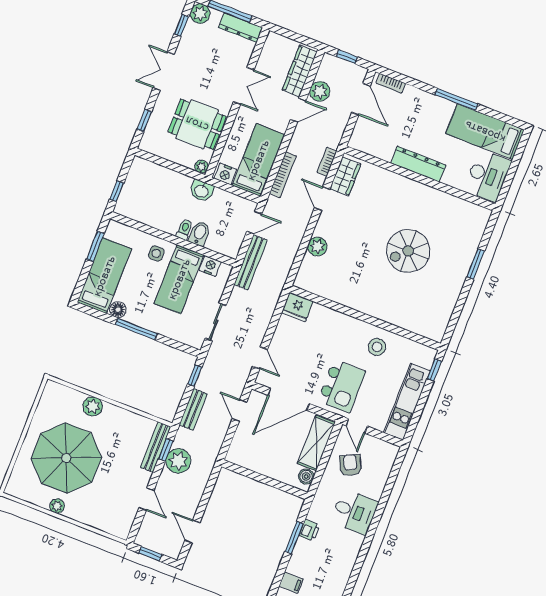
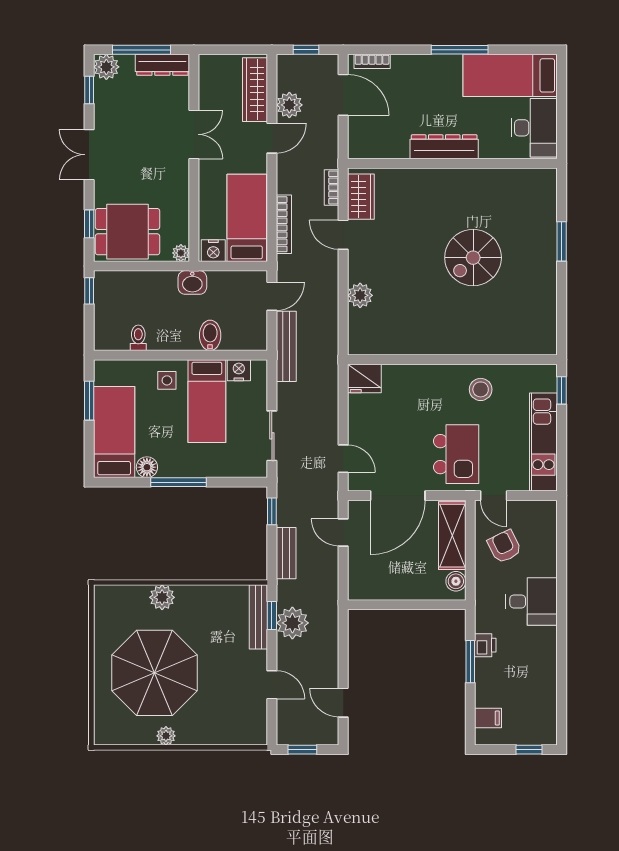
dining table: (197, 124) -> (127, 232), moved
window: (117, 191) -> (89, 291), moved
toilet: (184, 229) -> (138, 338), moved

